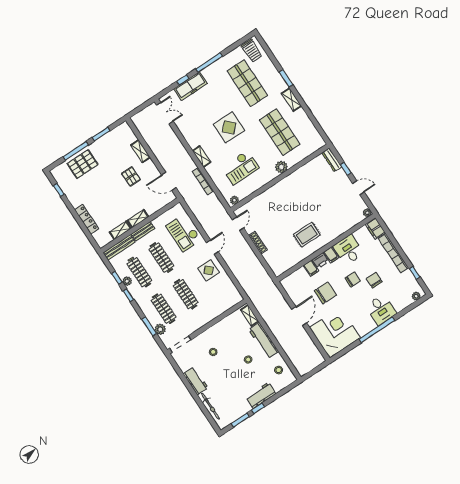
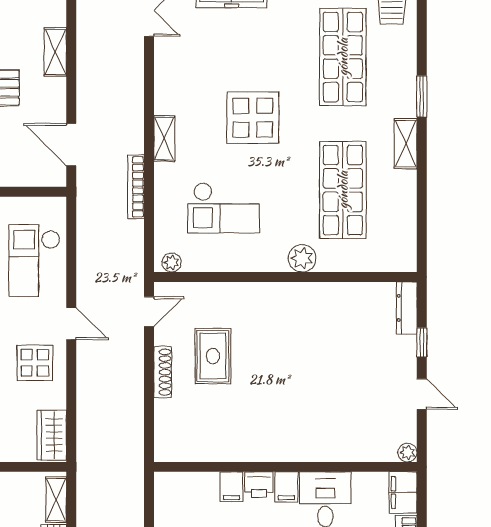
rug: (307, 235) -> (213, 356), moved, turned 90
door: (212, 247) -> (71, 324), hinge flipped
wardrobe: (232, 293) -> (52, 435), added

